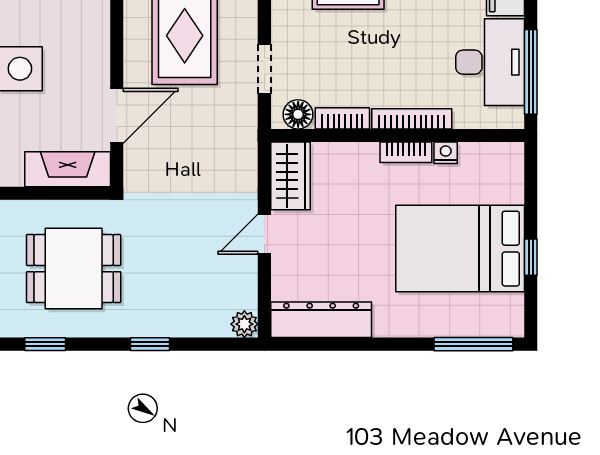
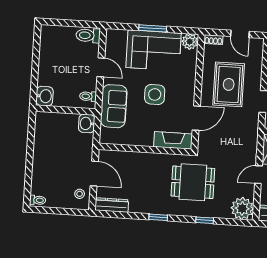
dining table: (74, 269) -> (193, 182), moved
plant: (244, 324) -> (242, 208), width x1.87, depth x1.87

